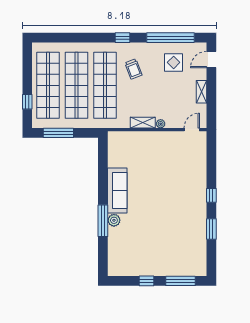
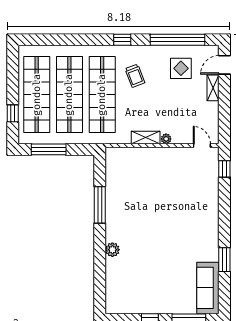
shelving: (201, 92) -> (213, 88), moved
door: (192, 130) -> (202, 146), hinge flipped
sofa: (117, 191) -> (208, 288), moved, turned 180
window: (211, 195) -> (224, 169), moved
window: (103, 221) -> (100, 205), moved

